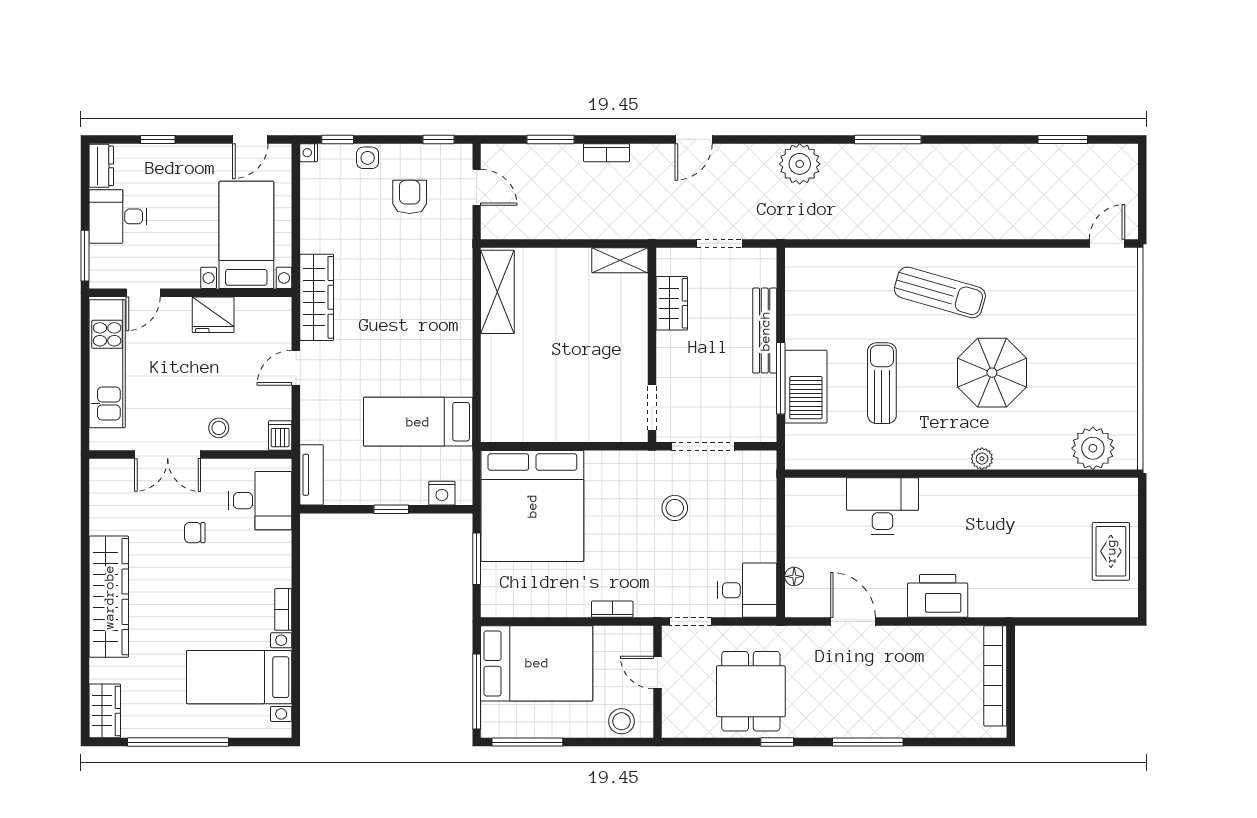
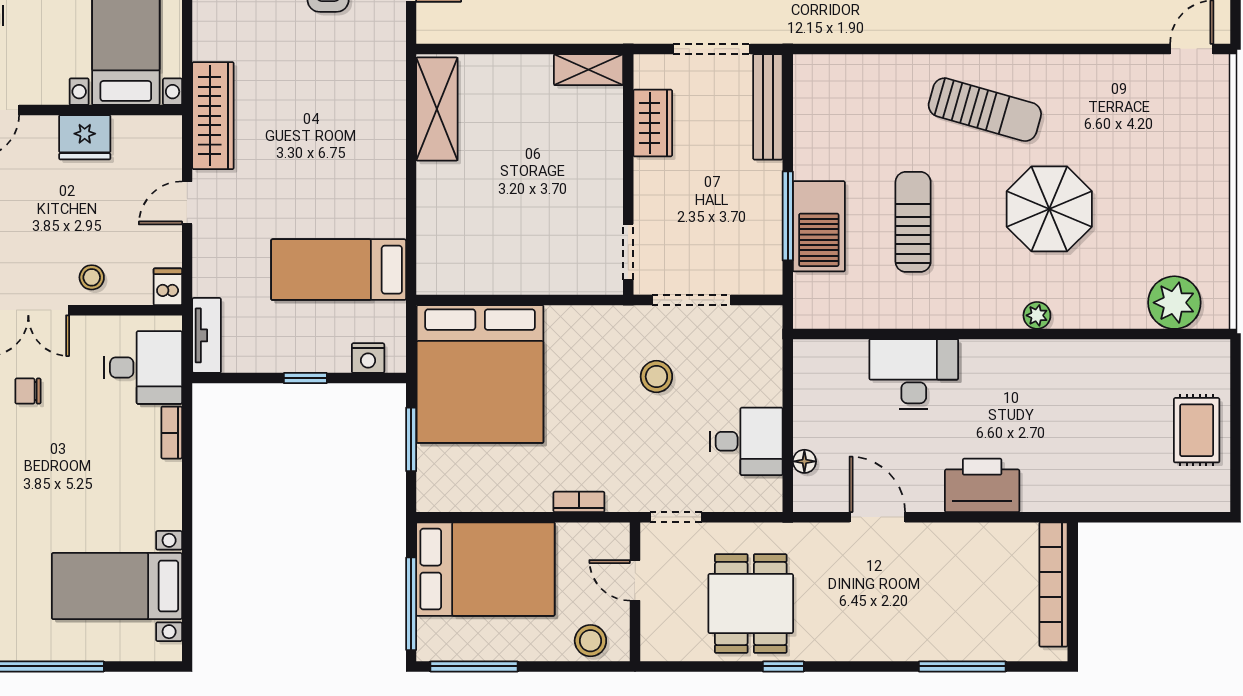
doorway: (720, 243) -> (712, 49), width x1.38
bench: (765, 331) -> (768, 107), moved
chair: (195, 533) -> (28, 391), moved
desk: (747, 590) -> (746, 441), moved
bookcase: (283, 609) -> (172, 433), moved
window: (868, 742) -> (962, 666), moved

